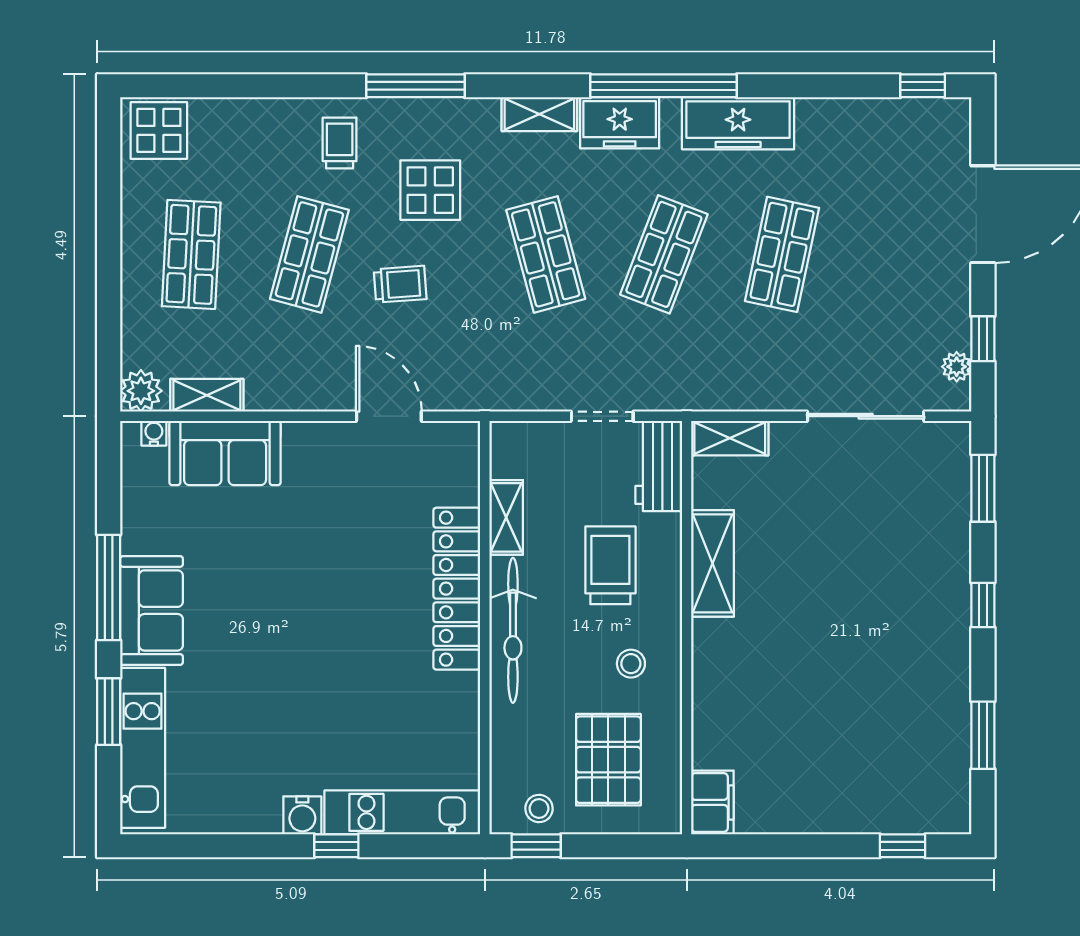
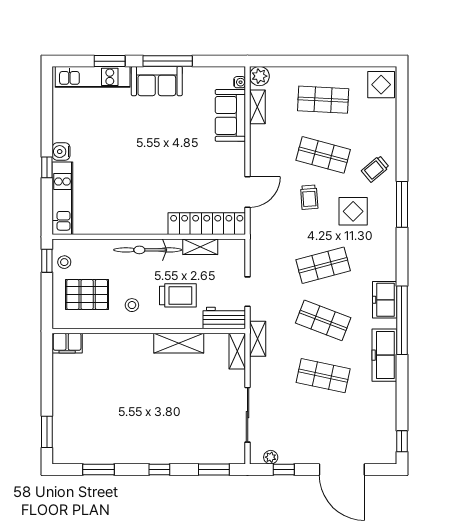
shelving: (539, 114) -> (258, 339), moved
trolley: (340, 143) -> (375, 169), turned 140
locker: (457, 589) -> (207, 224), moved
window: (902, 846) -> (47, 432), width x1.50

